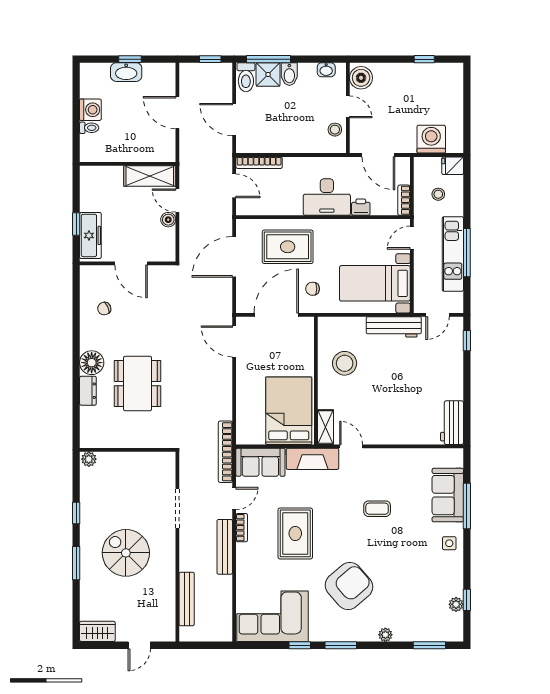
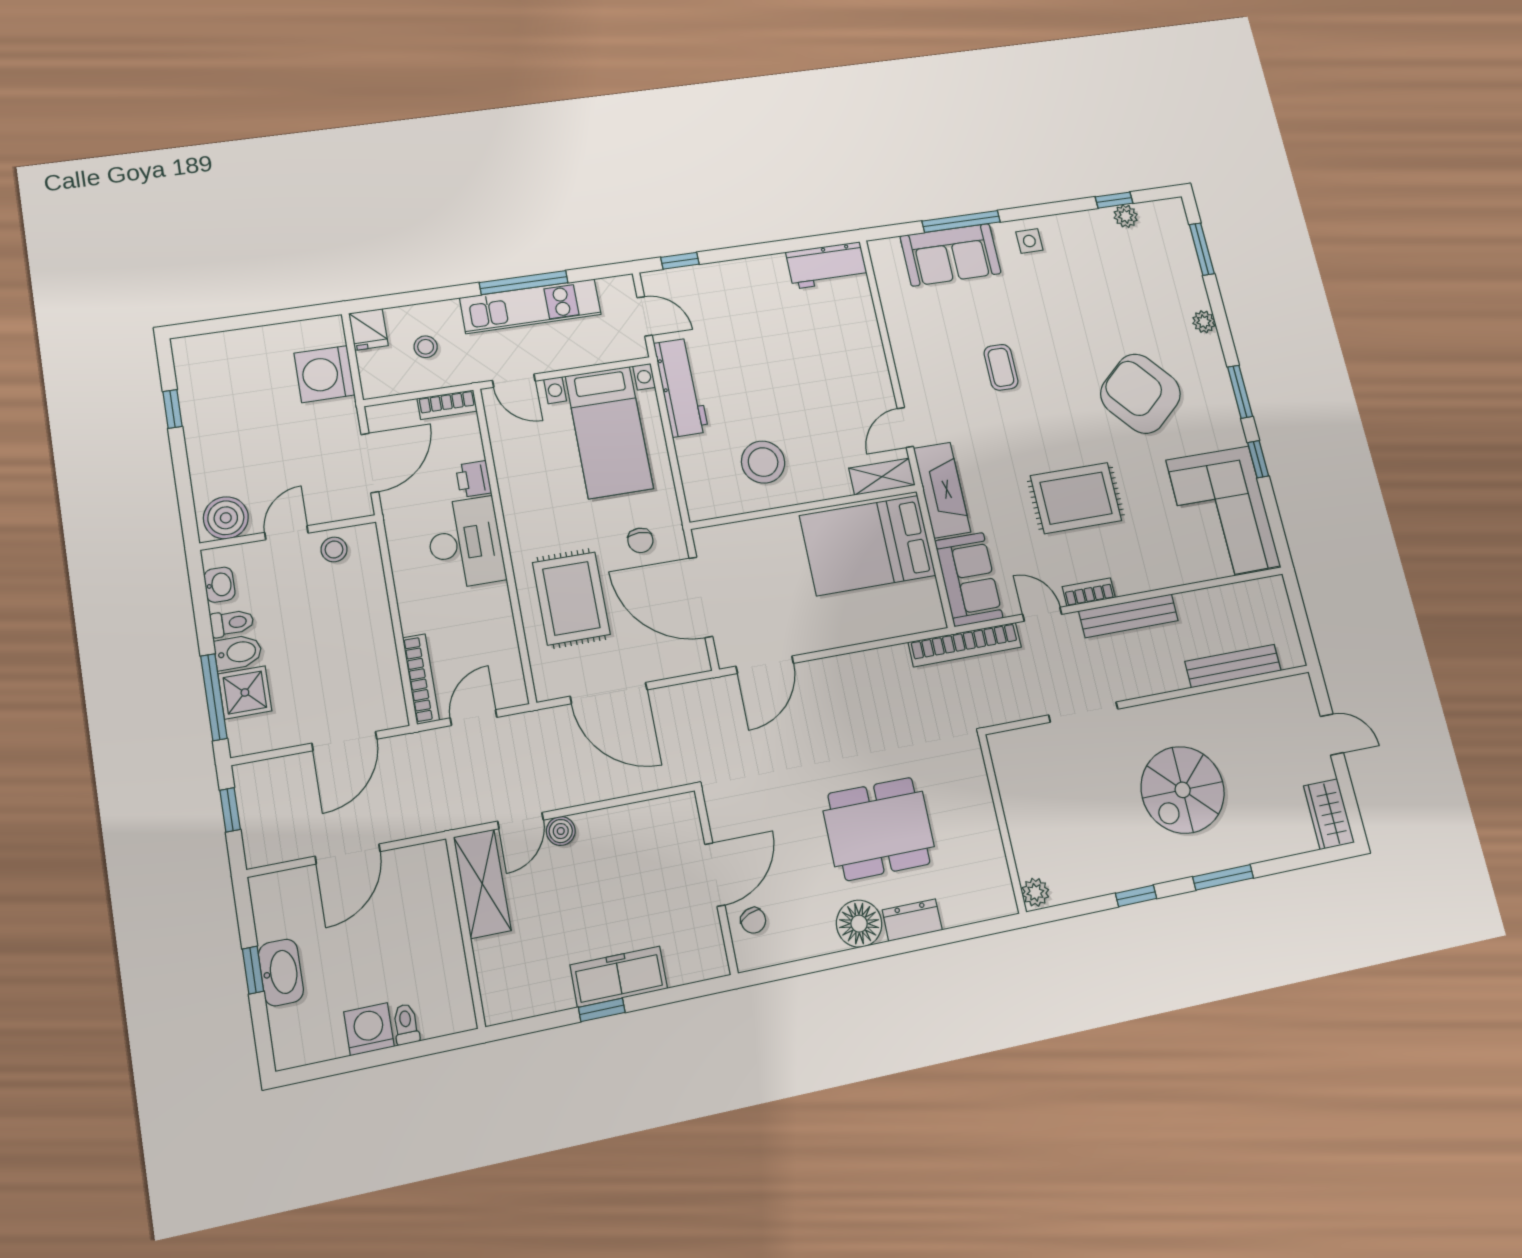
toilet: (246, 77) -> (232, 623), moved, width x0.73, depth x0.72
wall: (128, 263) -> (716, 881), moved
door: (131, 263) -> (715, 875), moved

